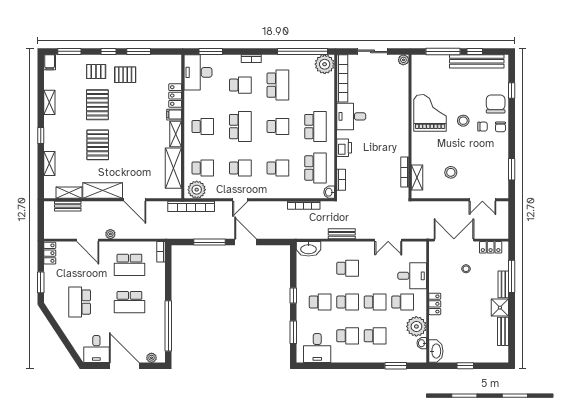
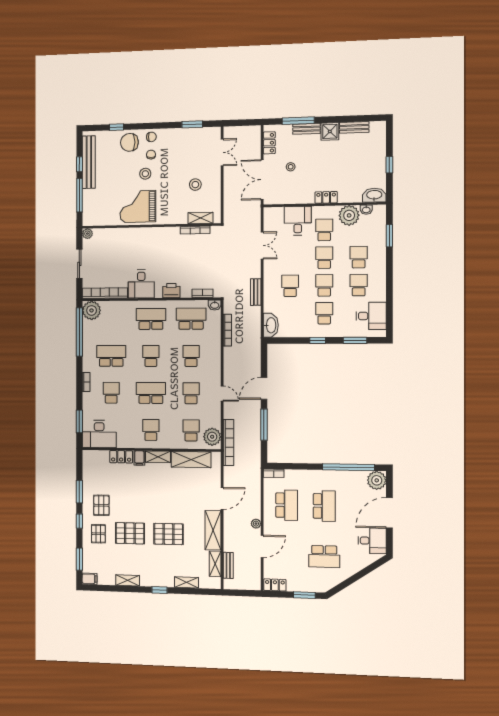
plant: (152, 358) -> (377, 480), width x1.88, depth x1.88

